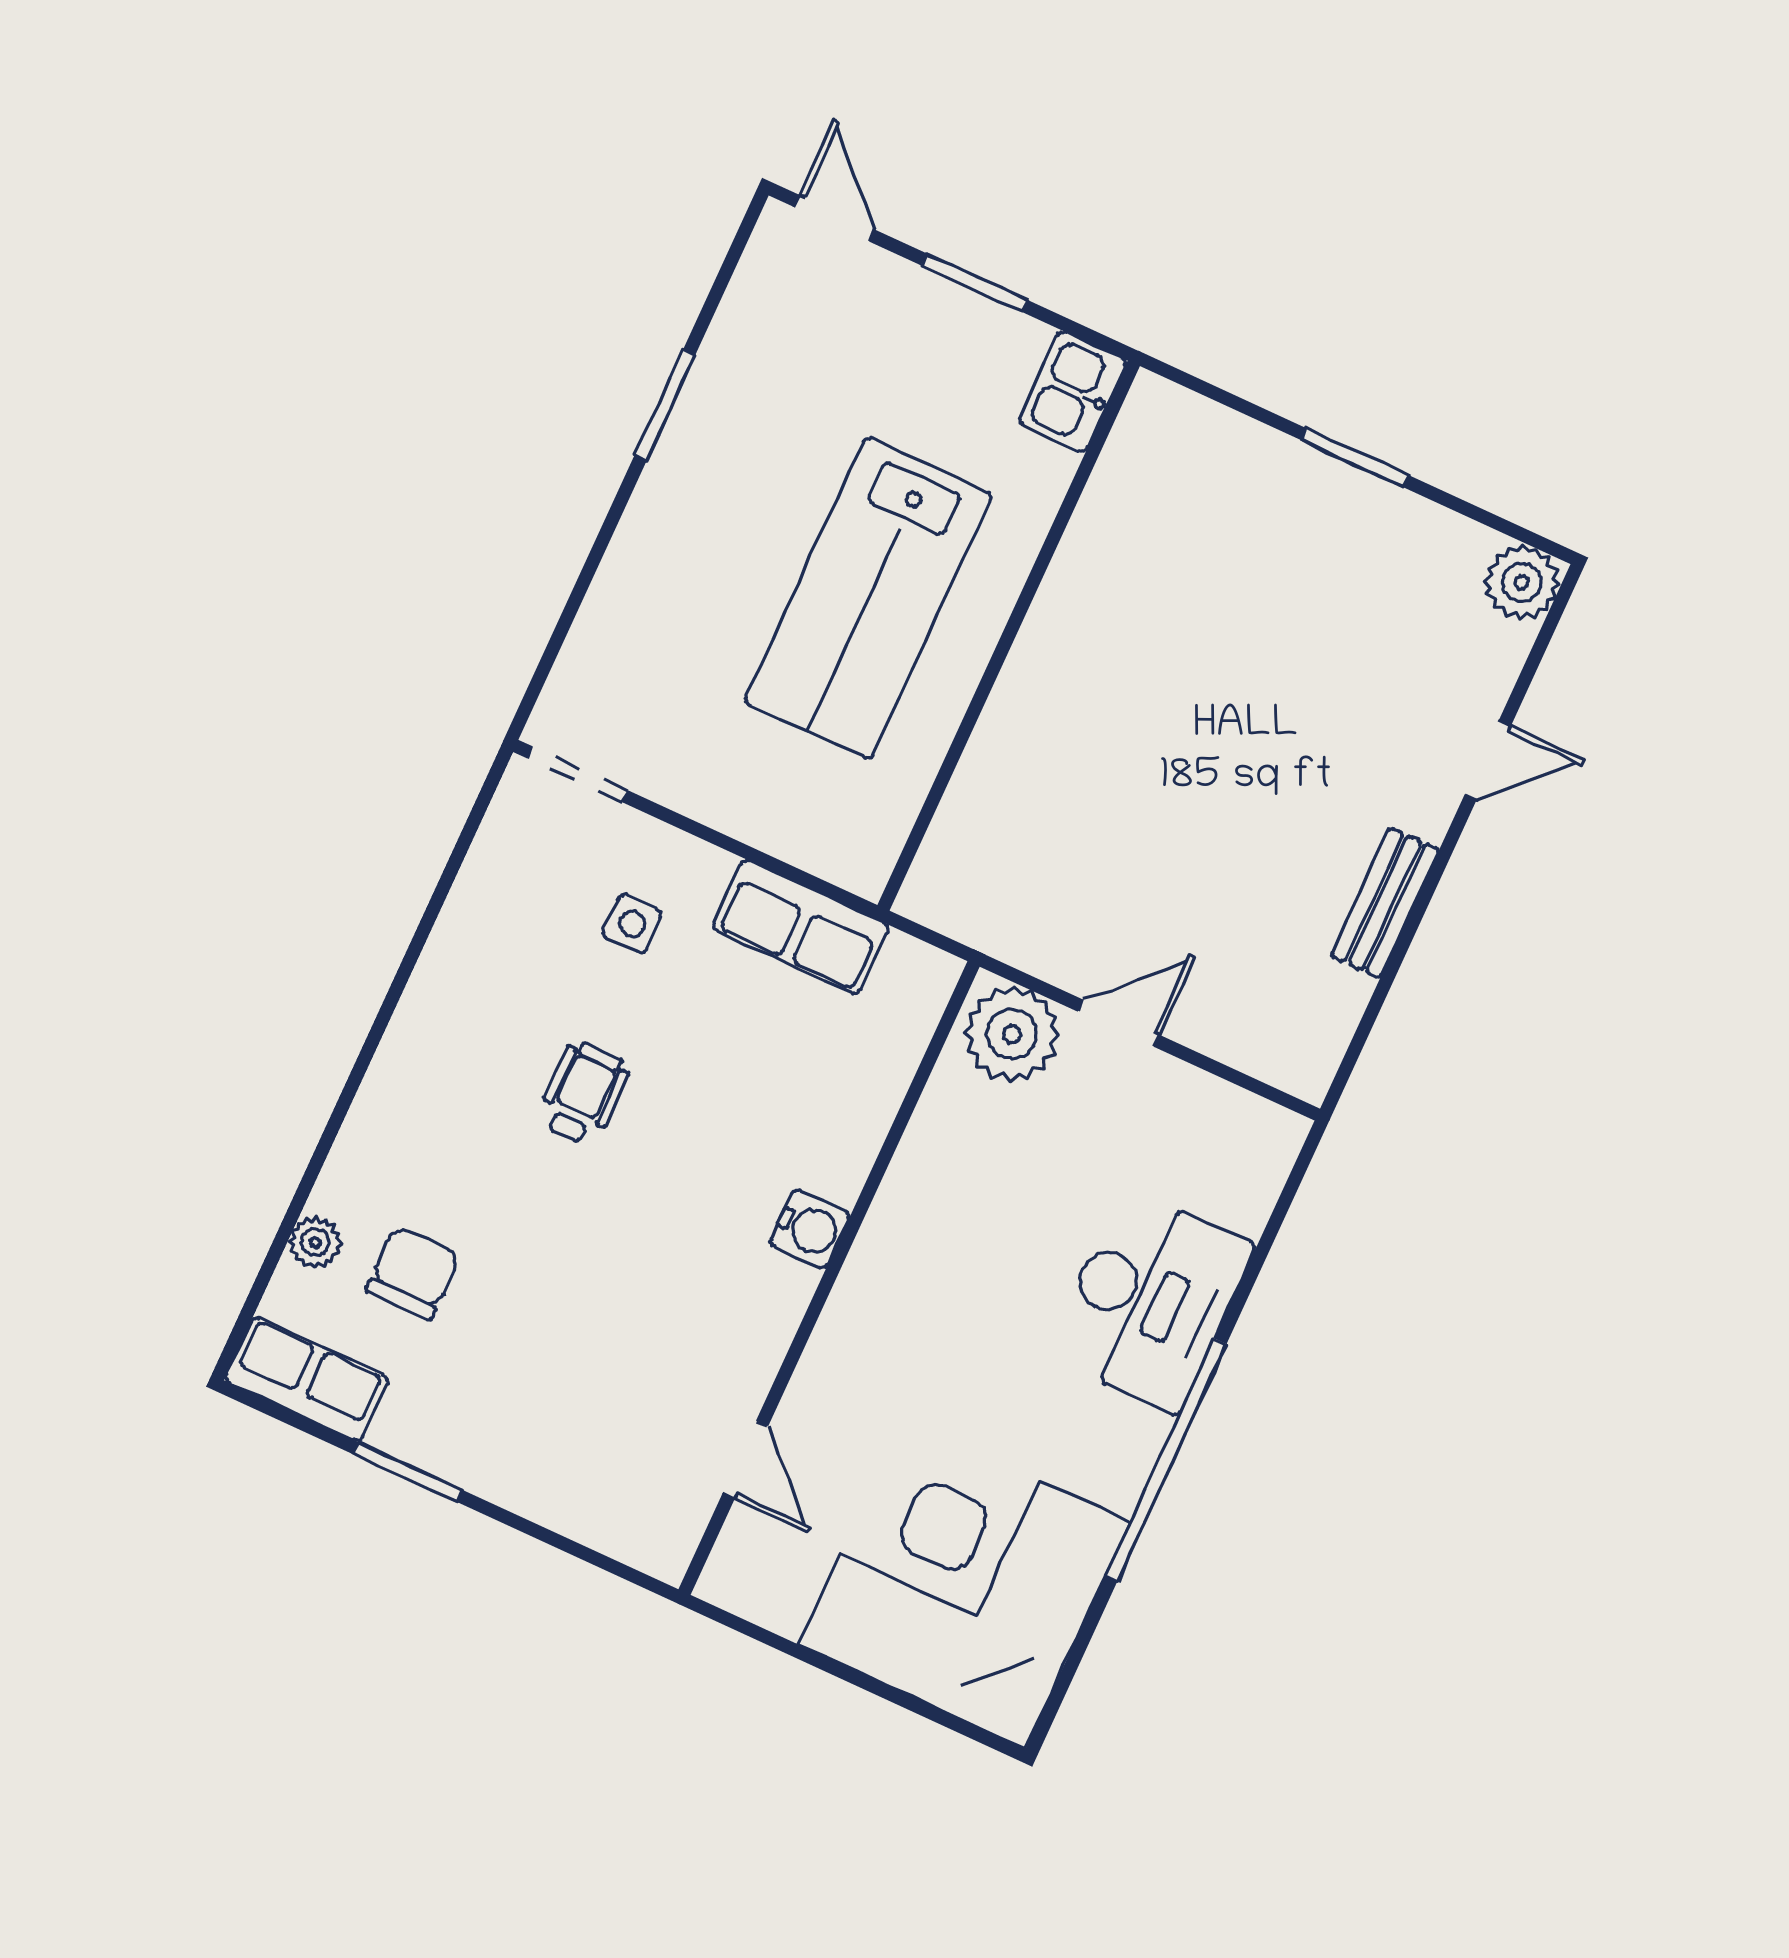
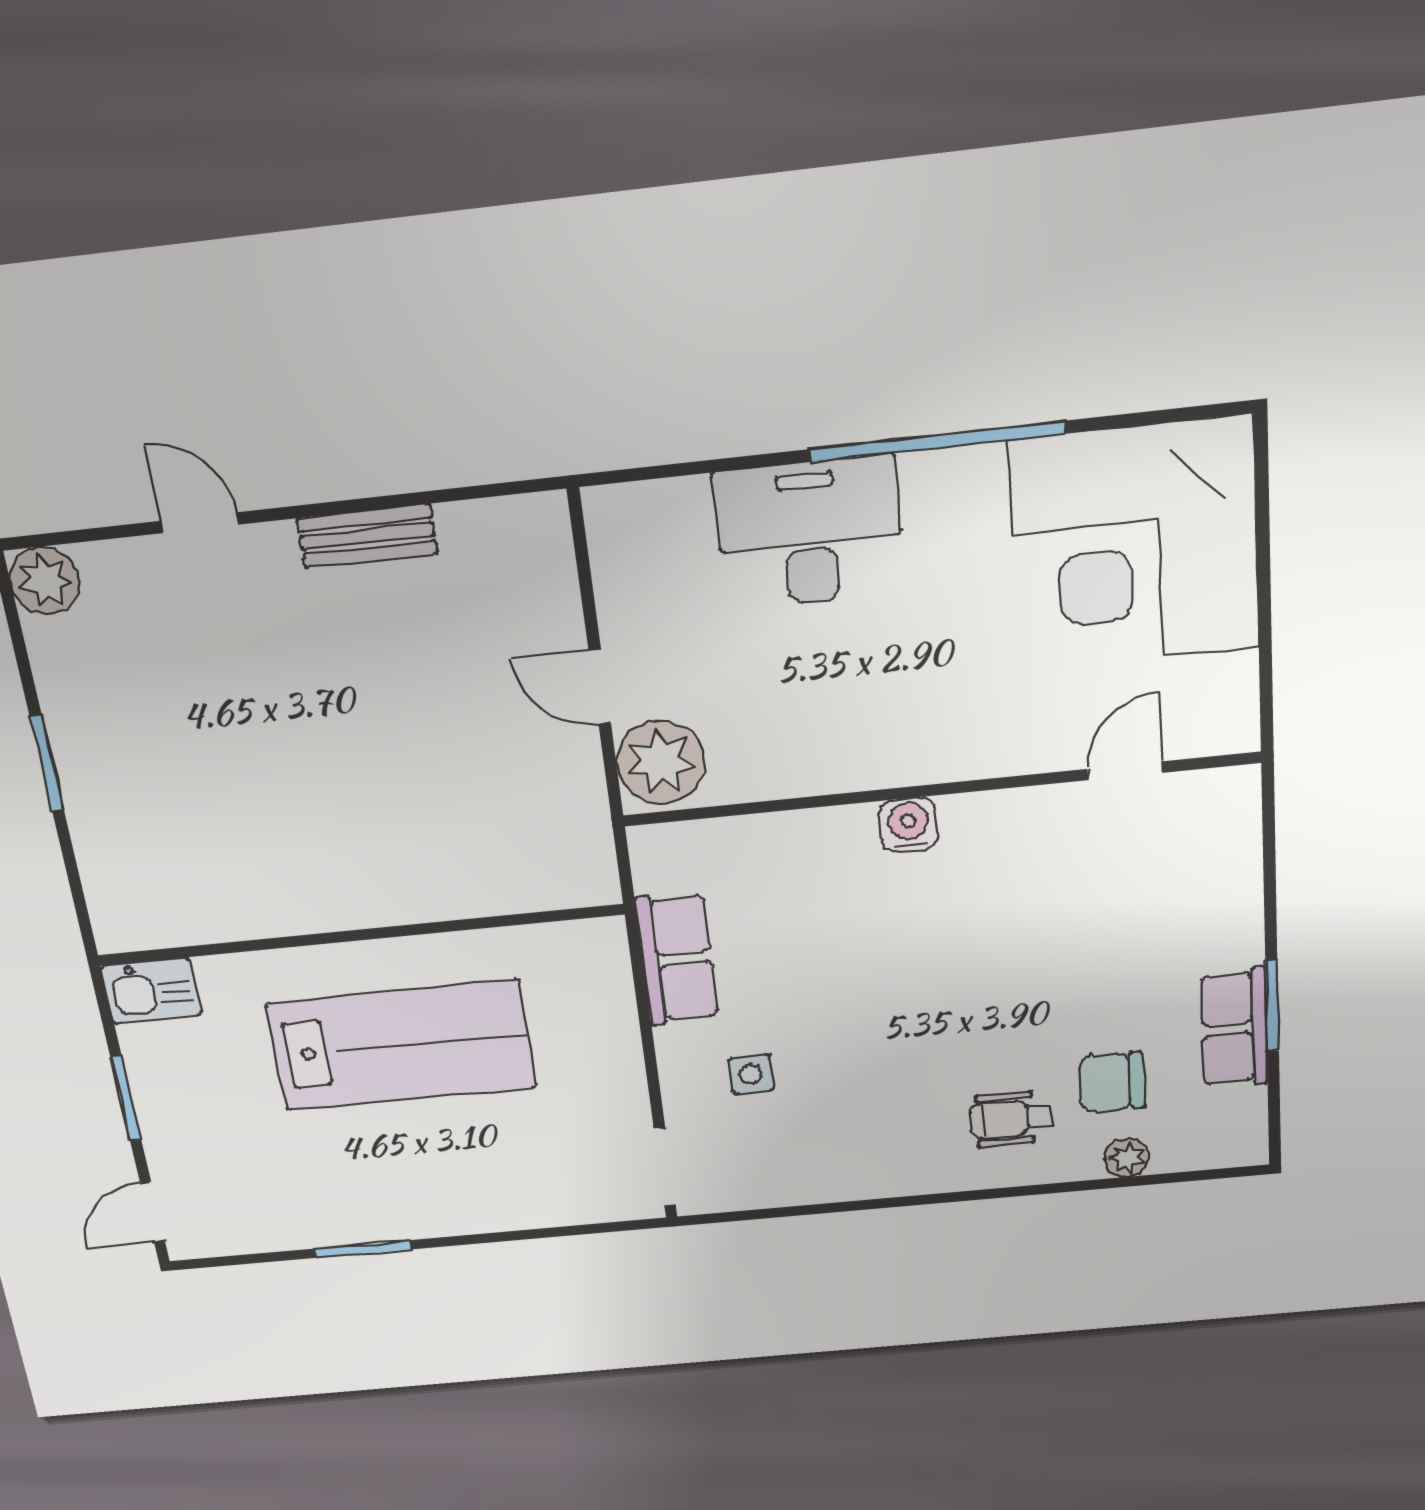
wheelchair: (583, 1093) -> (1012, 1119), moved
row of seats: (307, 1379) -> (1235, 1028), moved

